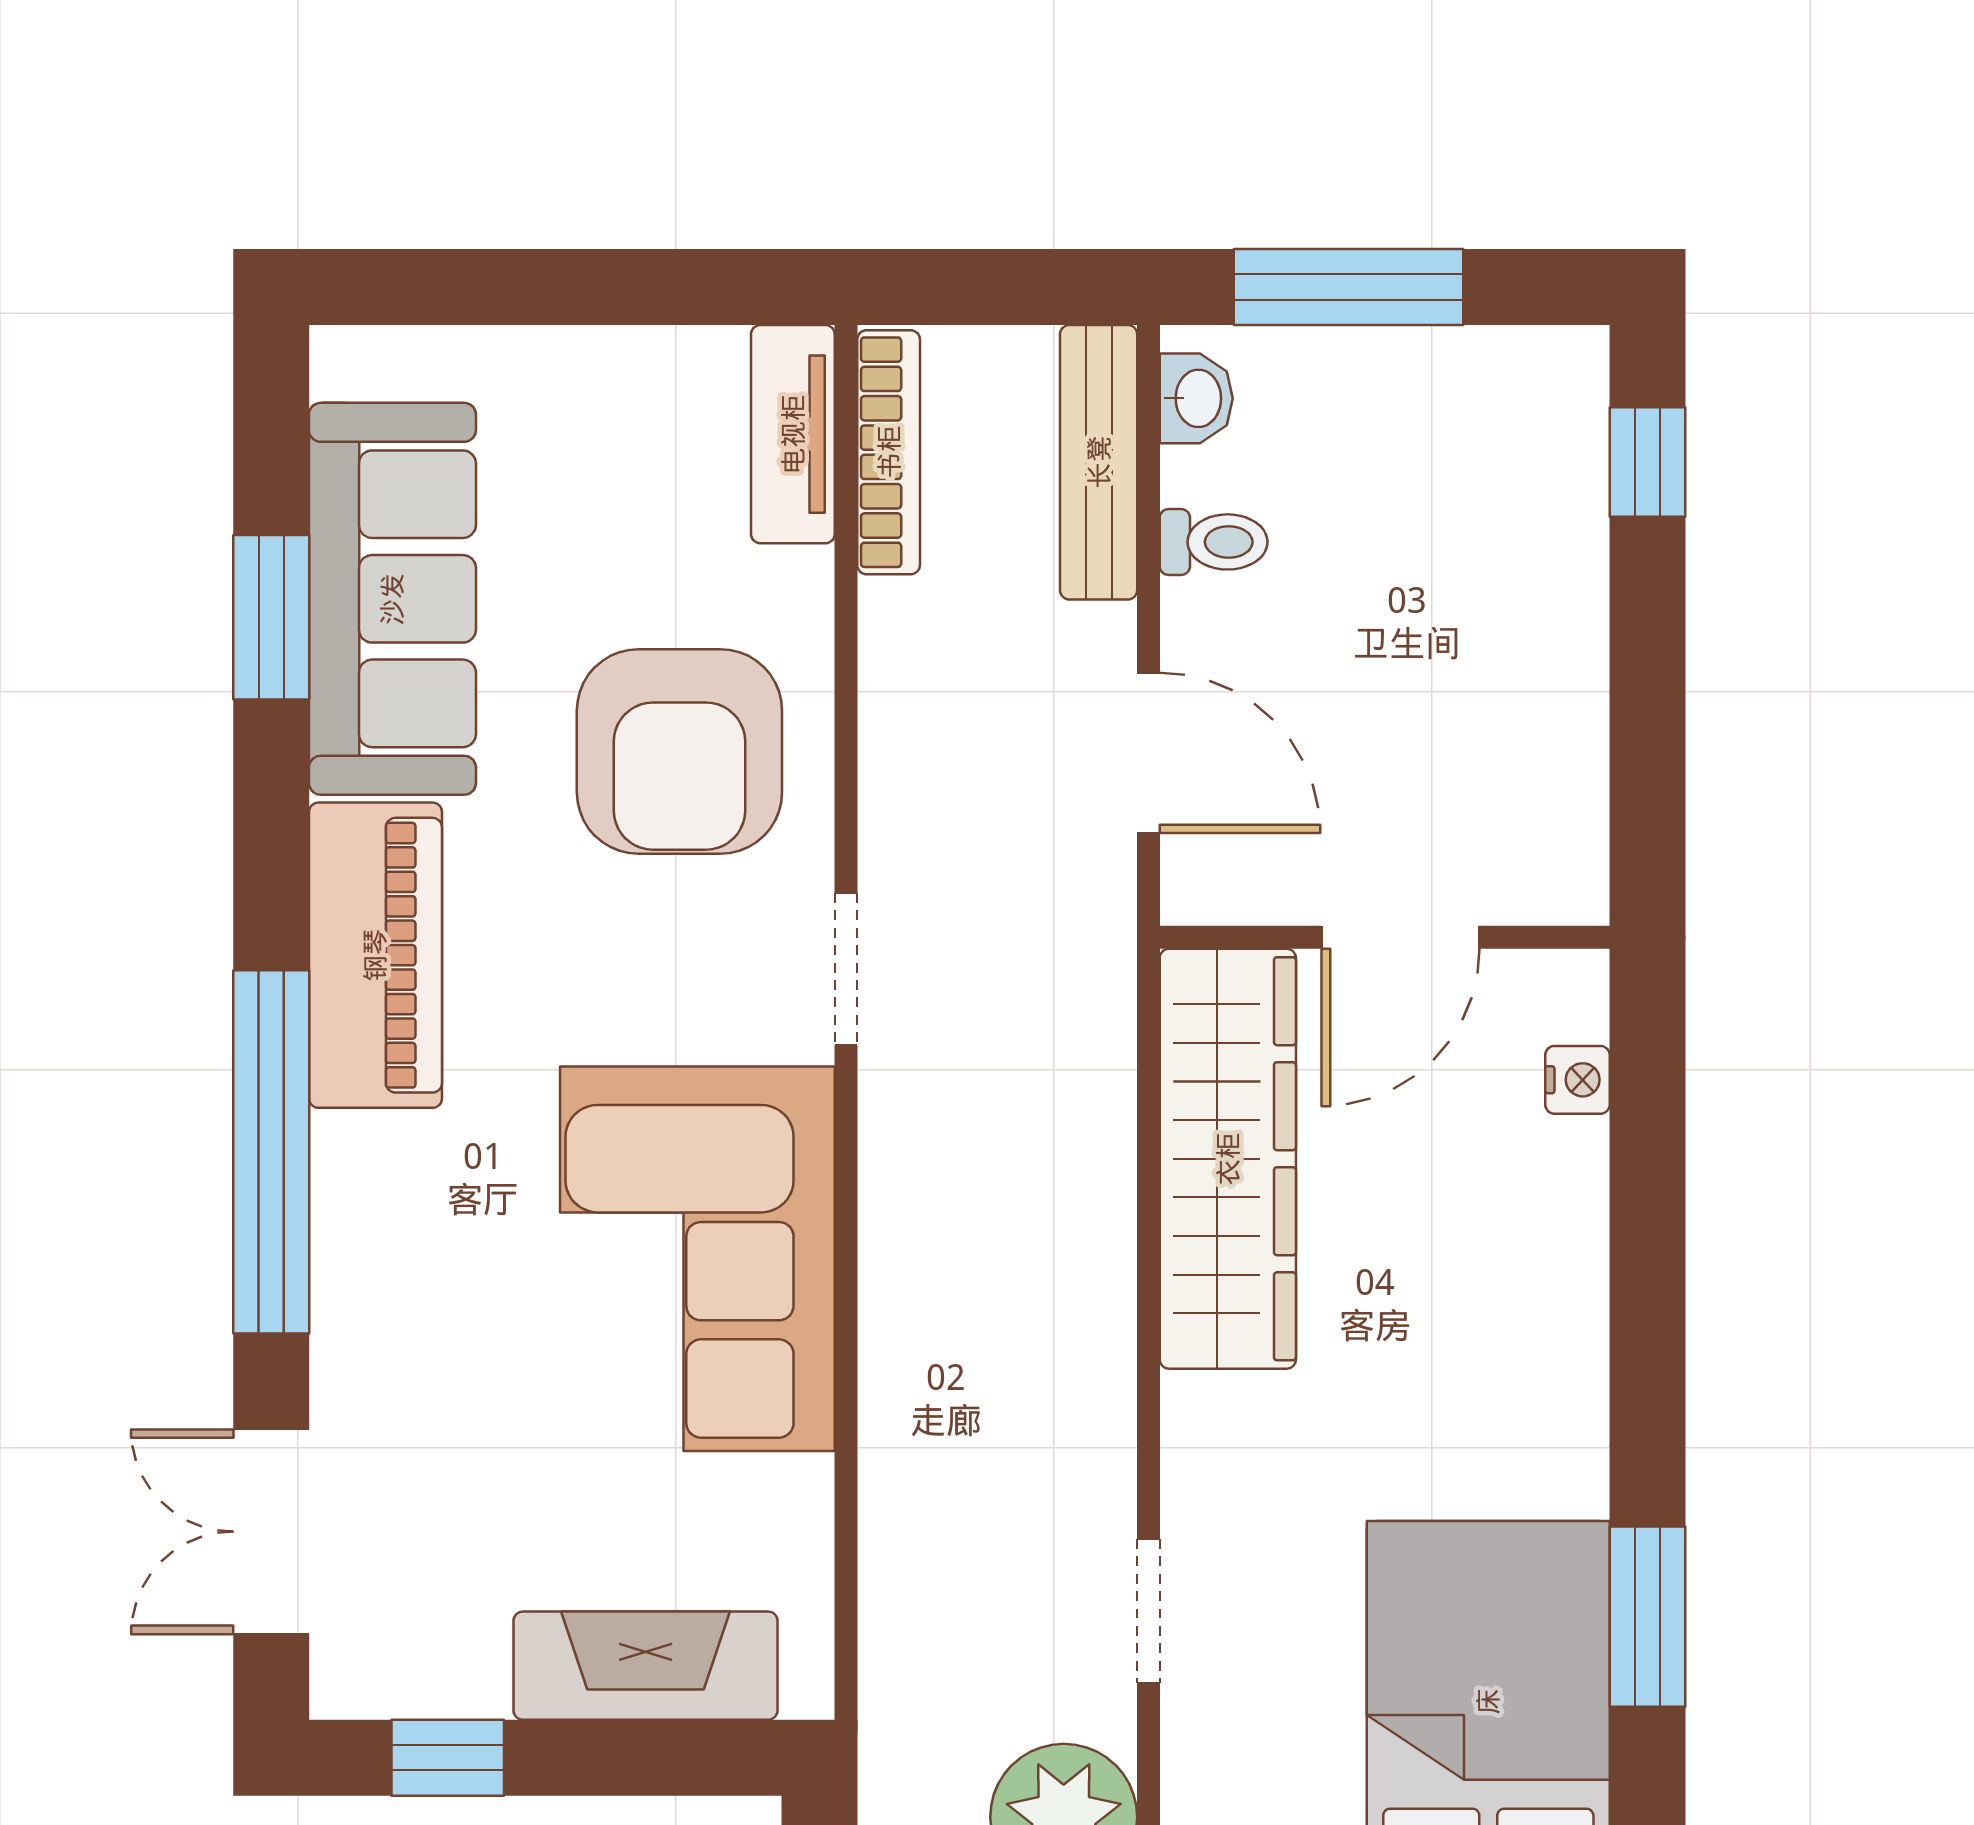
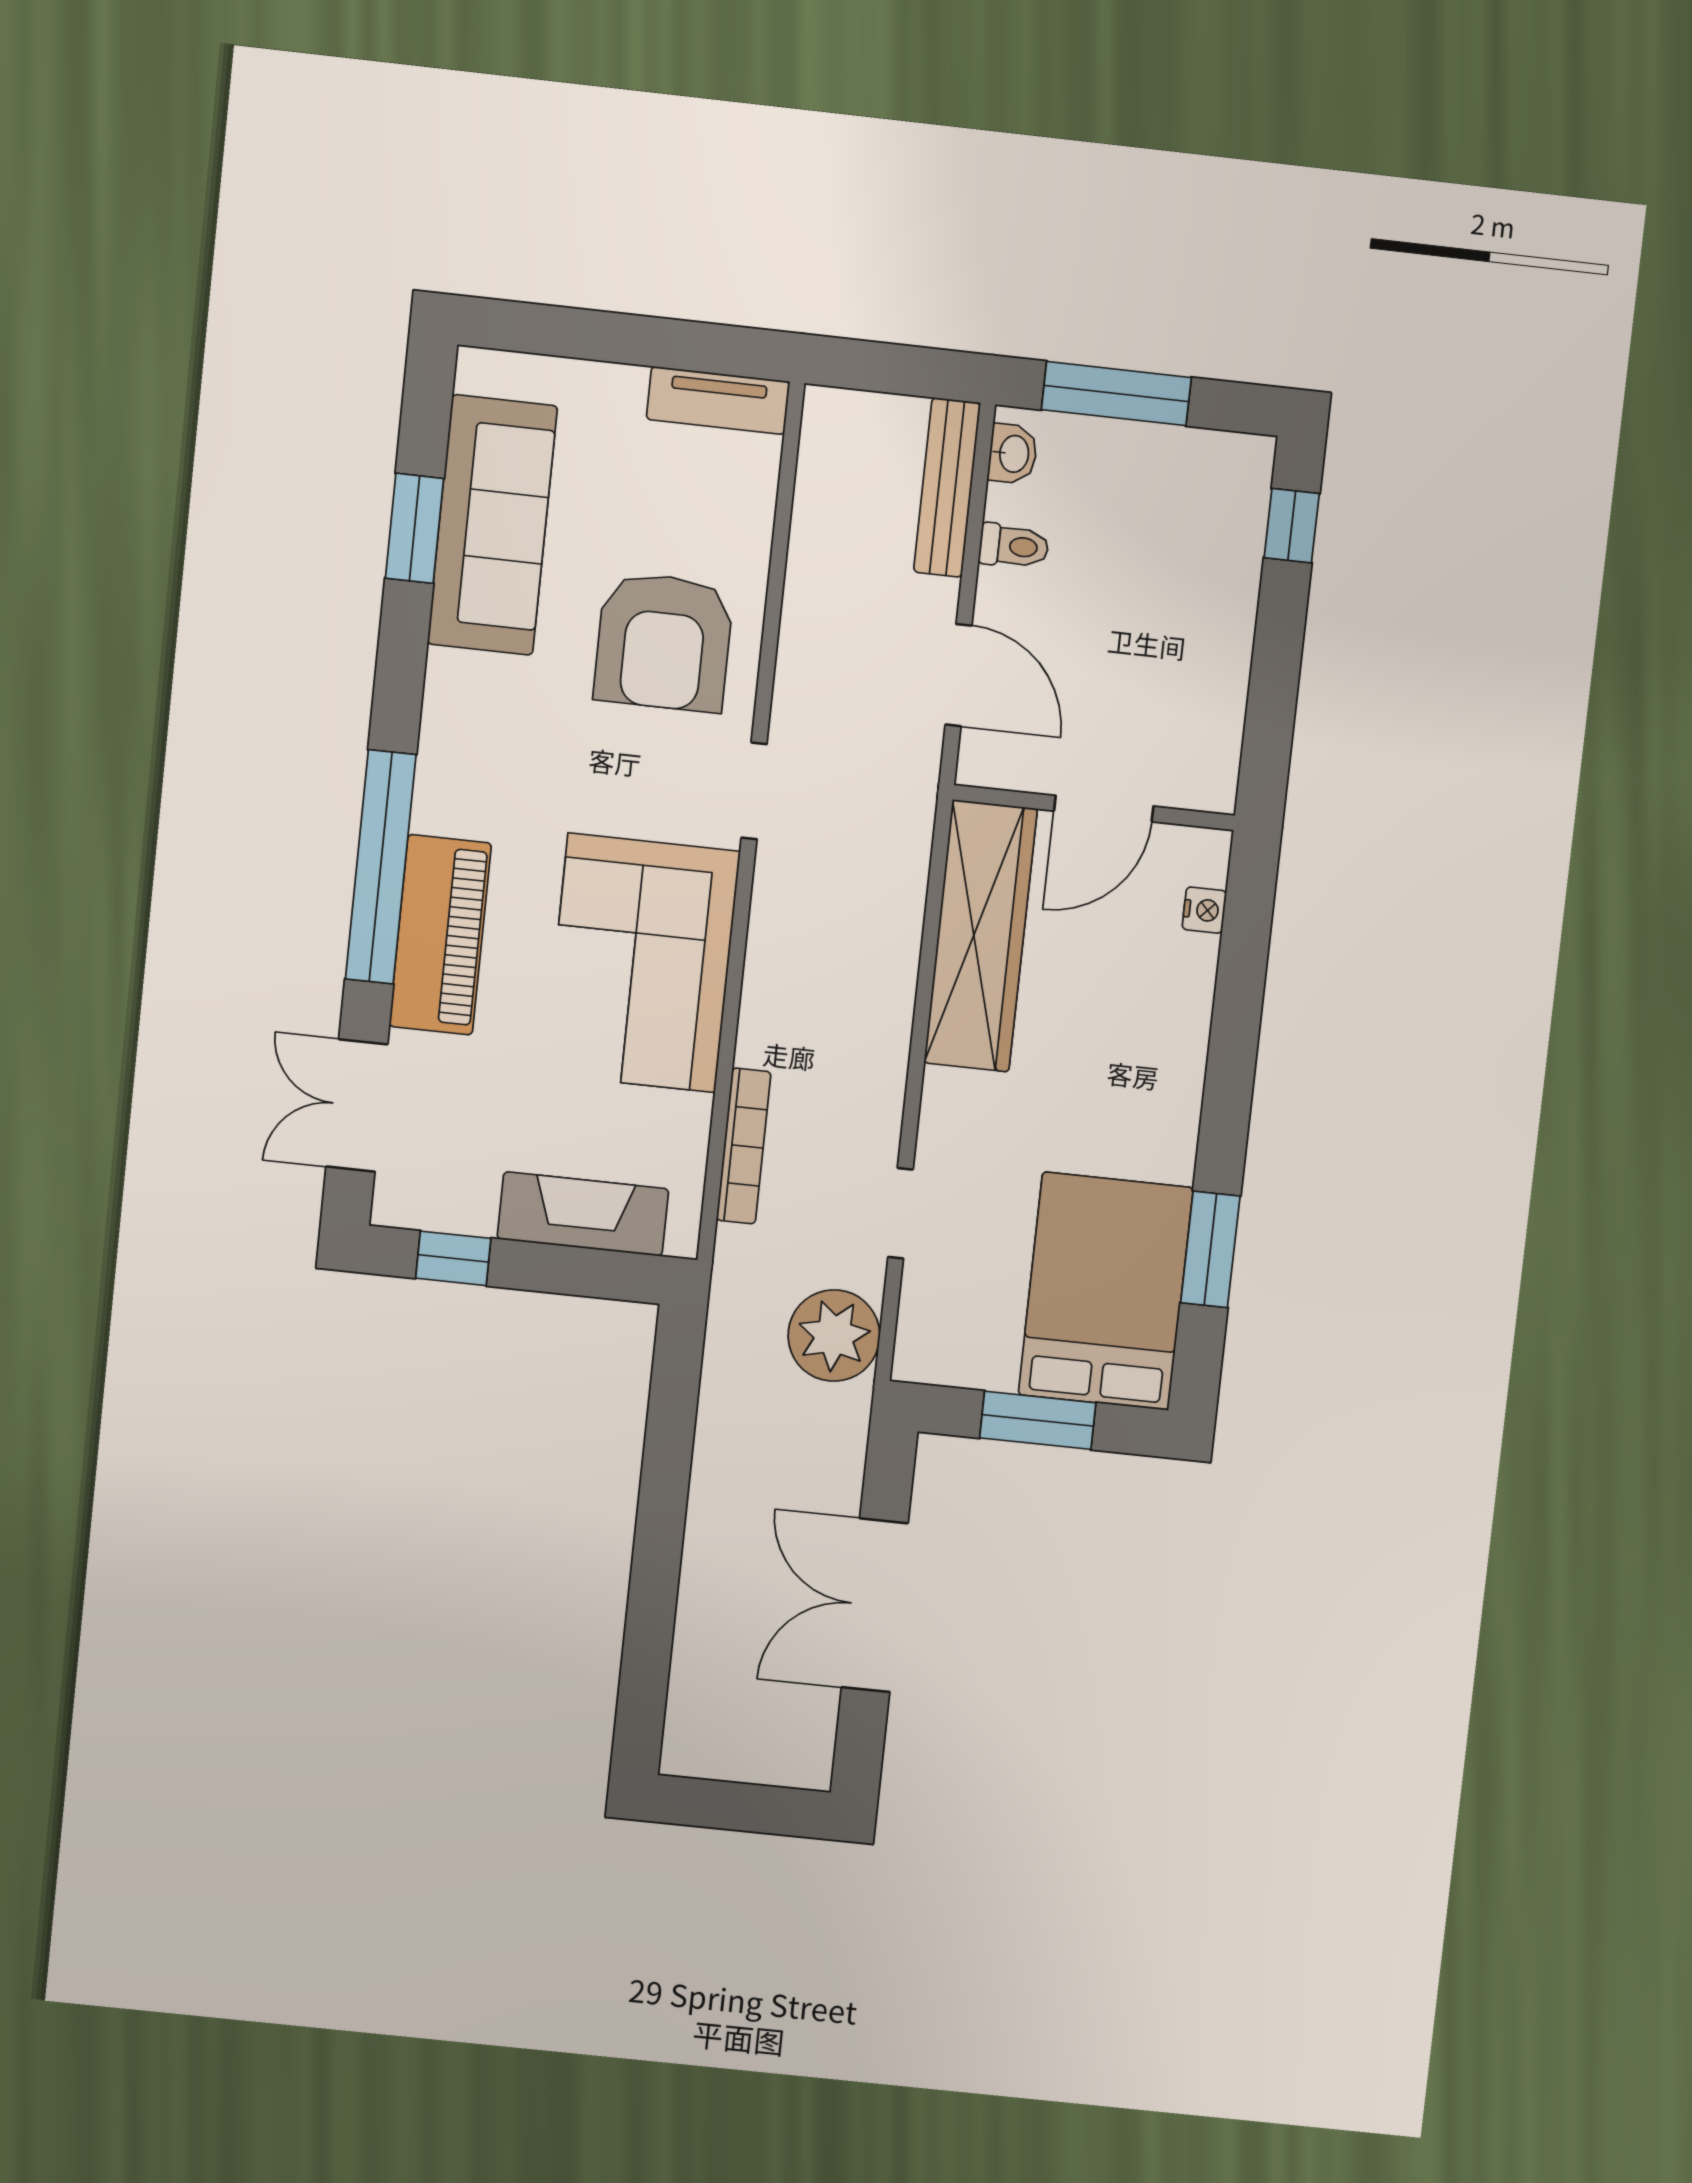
tv unit: (793, 434) -> (718, 400), moved, turned -90
bookcase: (889, 452) -> (744, 1146), moved
piano: (375, 955) -> (440, 935), moved

